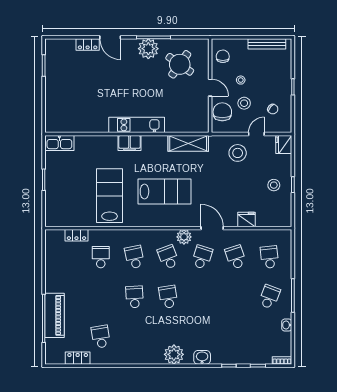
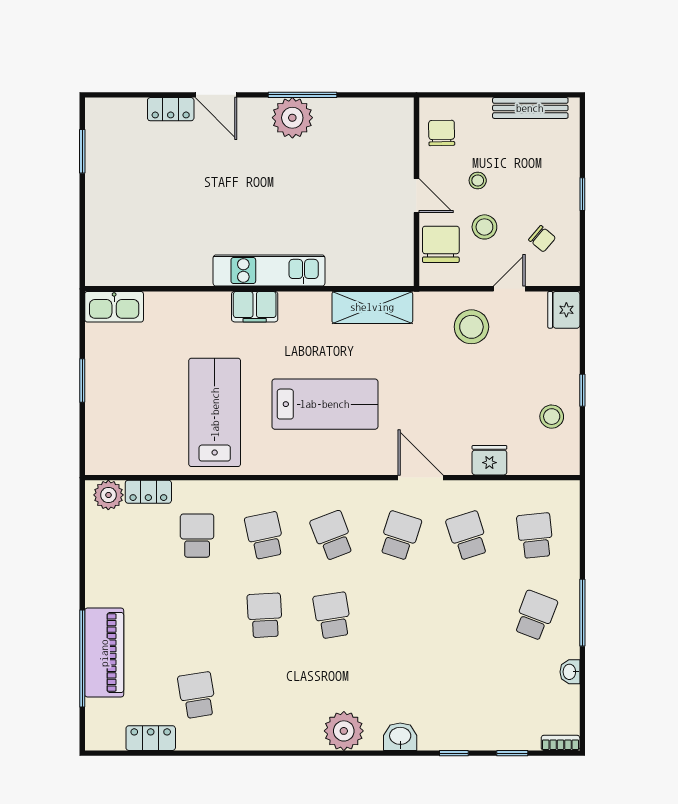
round table: (180, 64) -> (355, 149), removed
stool: (274, 185) -> (552, 417), moved
plant: (184, 237) -> (108, 495), moved

